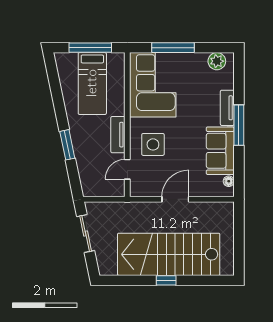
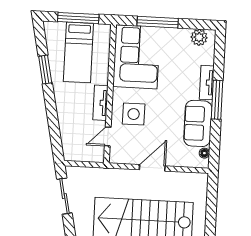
window: (67, 145) -> (45, 70), moved

